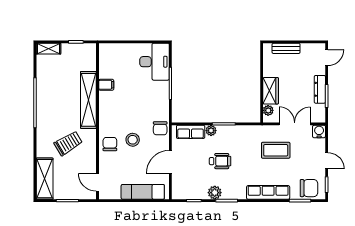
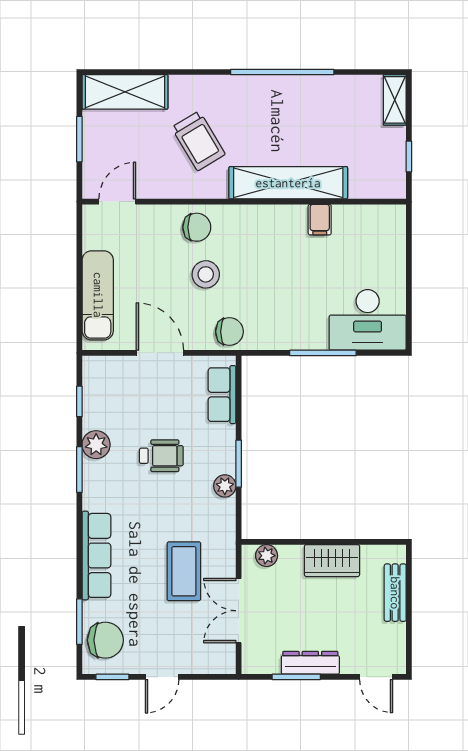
wardrobe: (271, 91) -> (332, 561), moved
double door: (295, 124) -> (239, 611), swing flipped
chair: (160, 128) -> (229, 332), turned 180
plant: (211, 131) -> (225, 486), moved
water cooler: (319, 131) -> (223, 661), removed
wheelchair: (220, 161) -> (161, 456), turned -90
chair: (309, 188) -> (105, 640), turned -90

